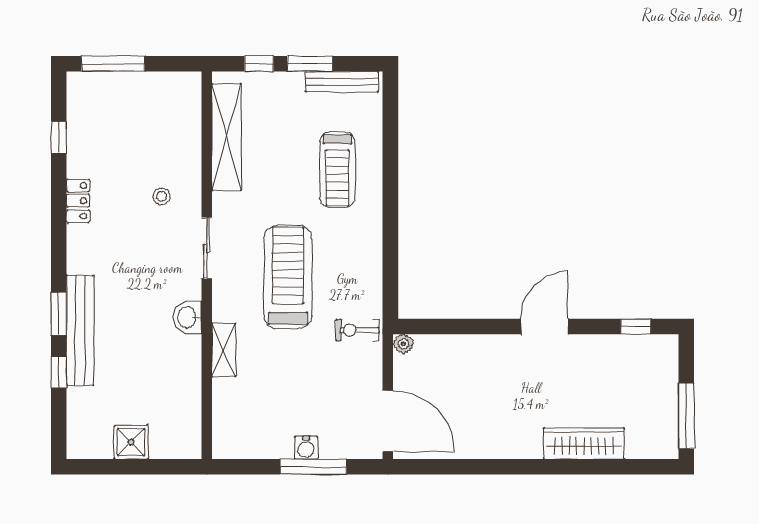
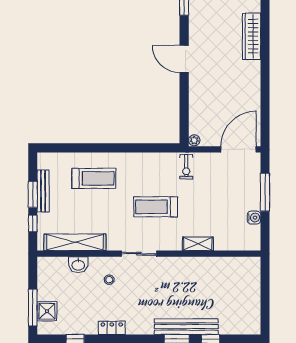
bench: (342, 82) -> (43, 191), moved
treadmill: (288, 277) -> (156, 207), width x0.73, depth x0.73
washbasin: (188, 317) -> (78, 265), moved
shower: (131, 442) -> (47, 311), moved
water cooler: (306, 448) -> (254, 218), moved

